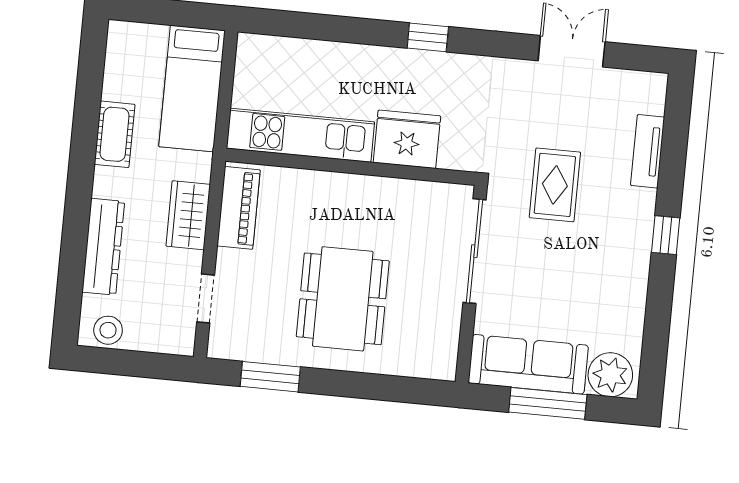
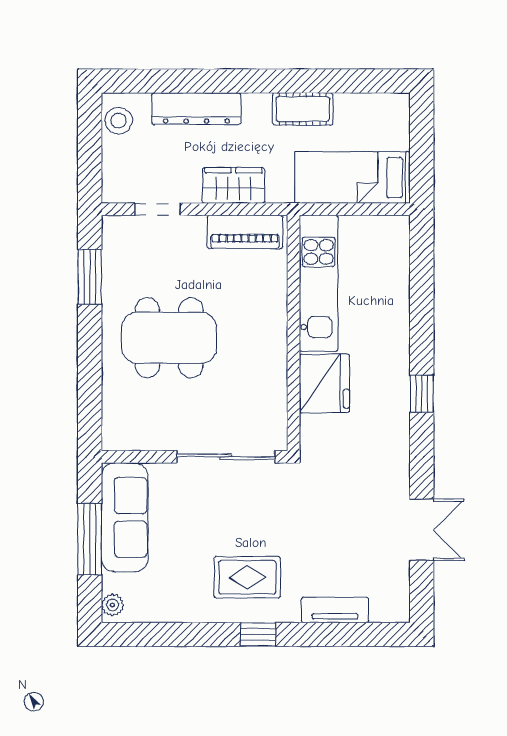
rug: (555, 185) -> (247, 577), moved
plant: (610, 375) -> (112, 605), width x0.53, depth x0.53

